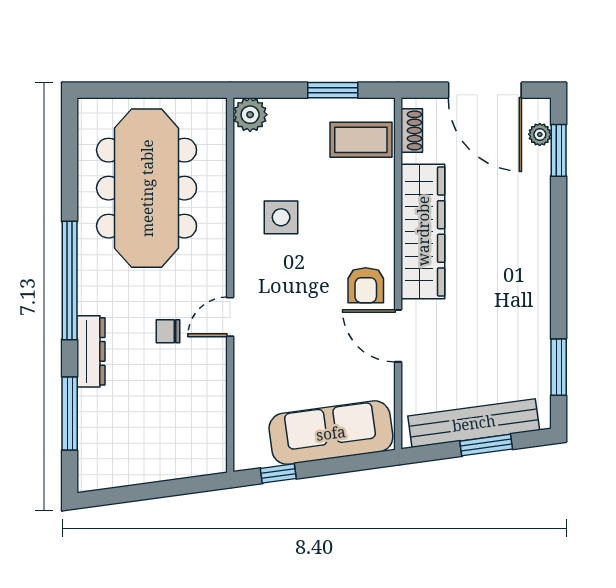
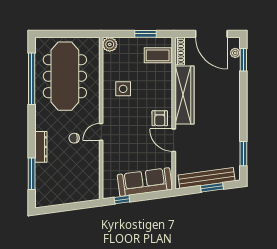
shoe rack: (412, 130) -> (180, 51), width x1.43
window: (70, 281) -> (32, 79), moved

